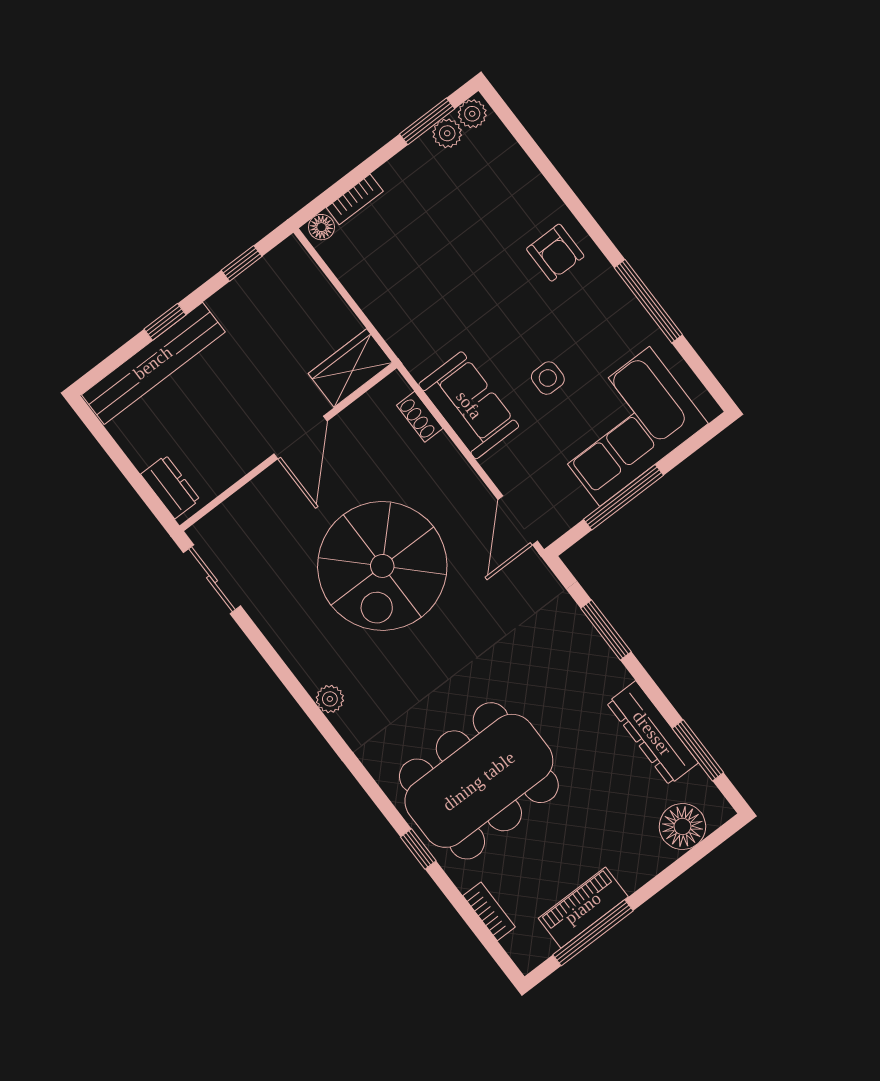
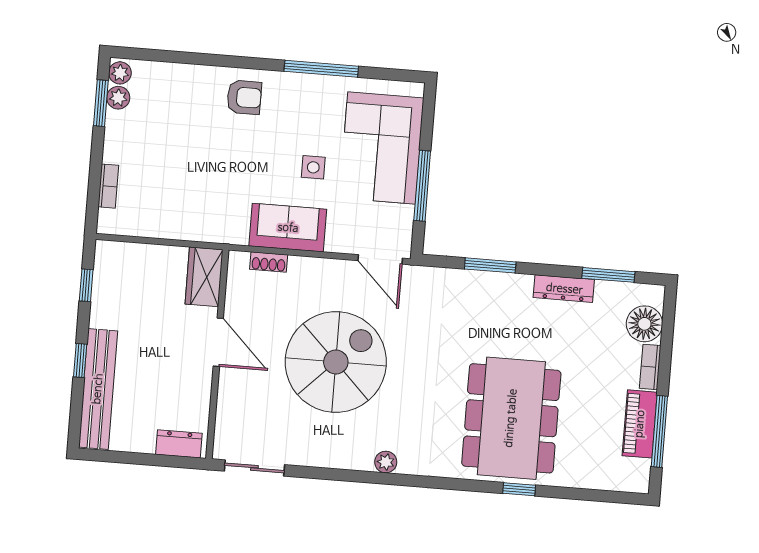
floor lamp: (321, 227) -> (107, 220), removed
spiral stairs: (382, 566) -> (336, 362), turned -90
dresser: (652, 733) -> (564, 289), width x0.73, depth x0.80
bookcase: (489, 911) -> (650, 367), moved, turned -90

